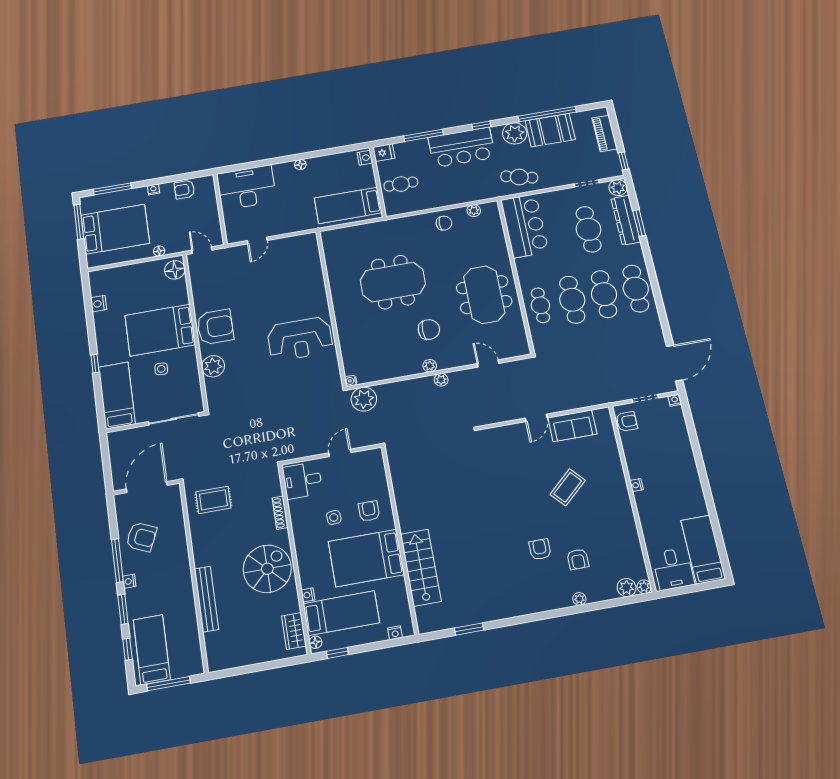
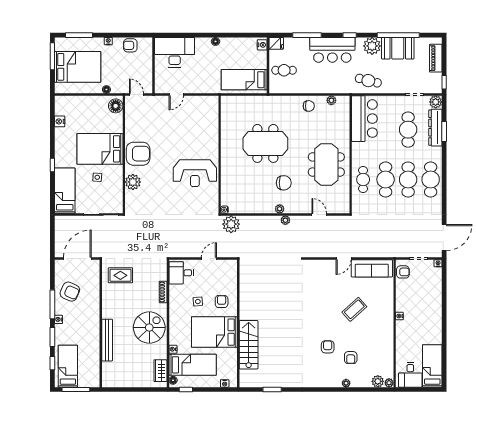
sofa: (572, 426) -> (372, 268), width x1.36

